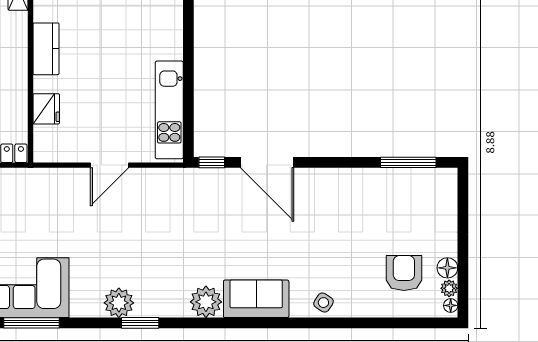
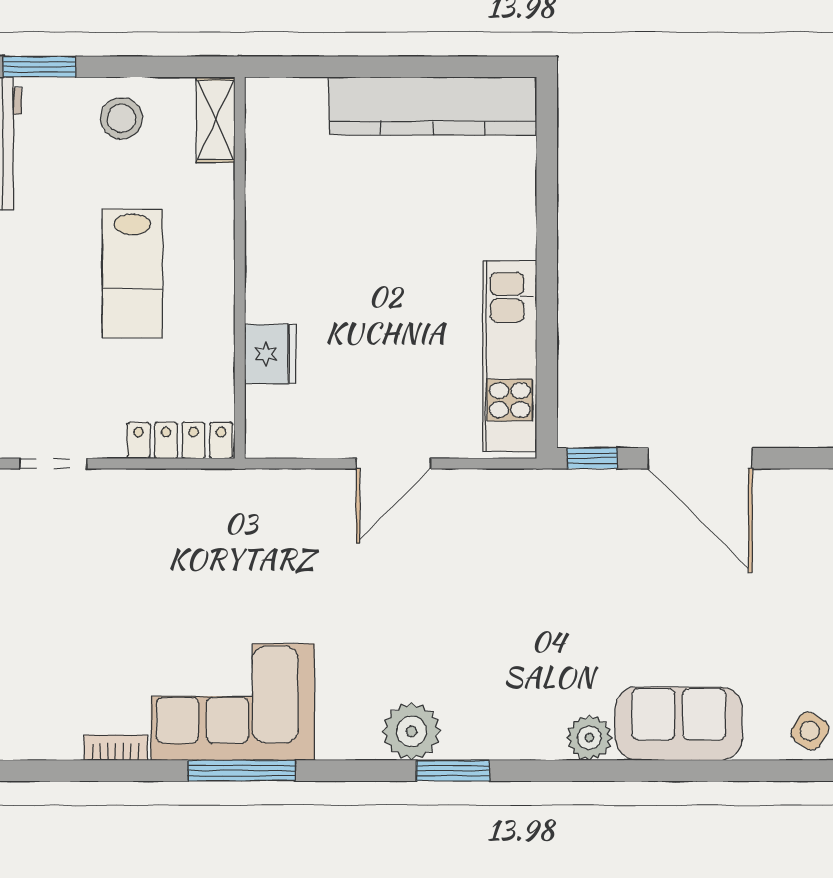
kitchen counter: (46, 49) -> (270, 237), removed
plant: (206, 302) -> (589, 738), width x0.73, depth x0.73

